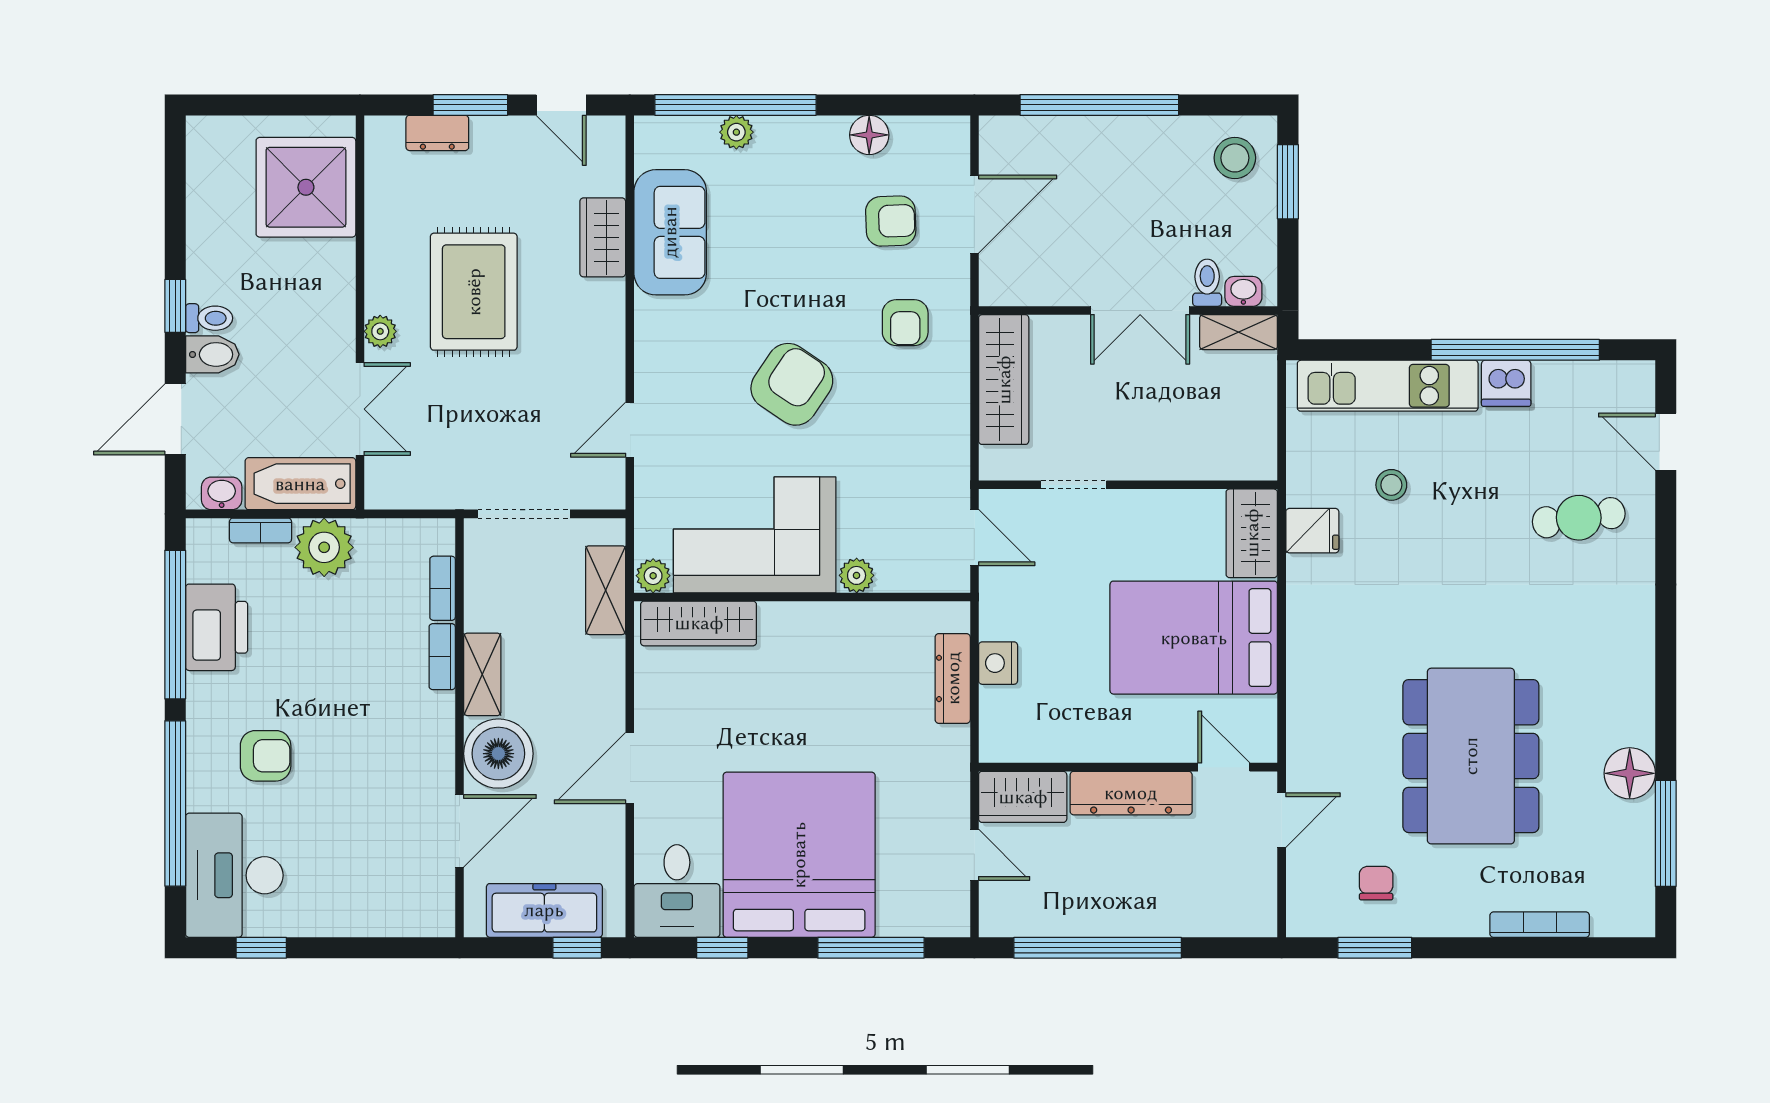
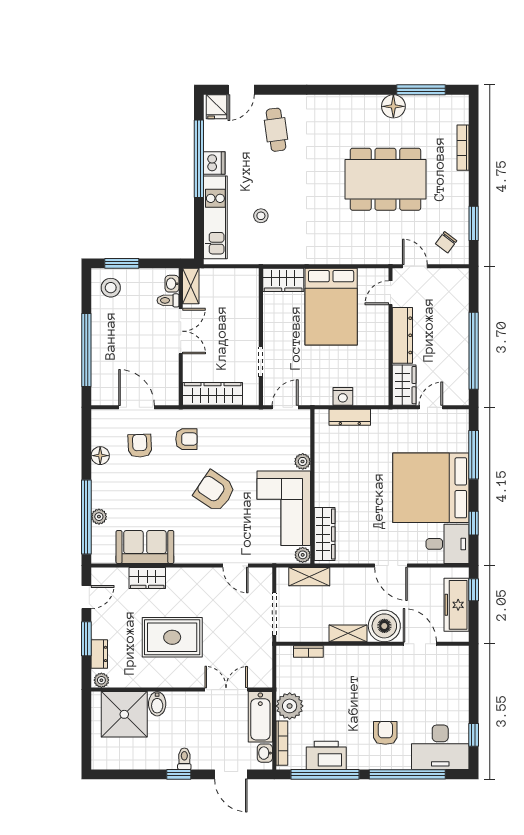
plant: (380, 331) -> (101, 680), moved
bidet: (212, 354) -> (157, 704), moved, turned 180
bookcase: (260, 530) -> (282, 743), width x1.56
fridge: (1312, 531) -> (217, 107), moved, turned 180
bookcase: (442, 657) -> (340, 652), removed
chair: (1376, 883) -> (446, 242), moved, turned -53

